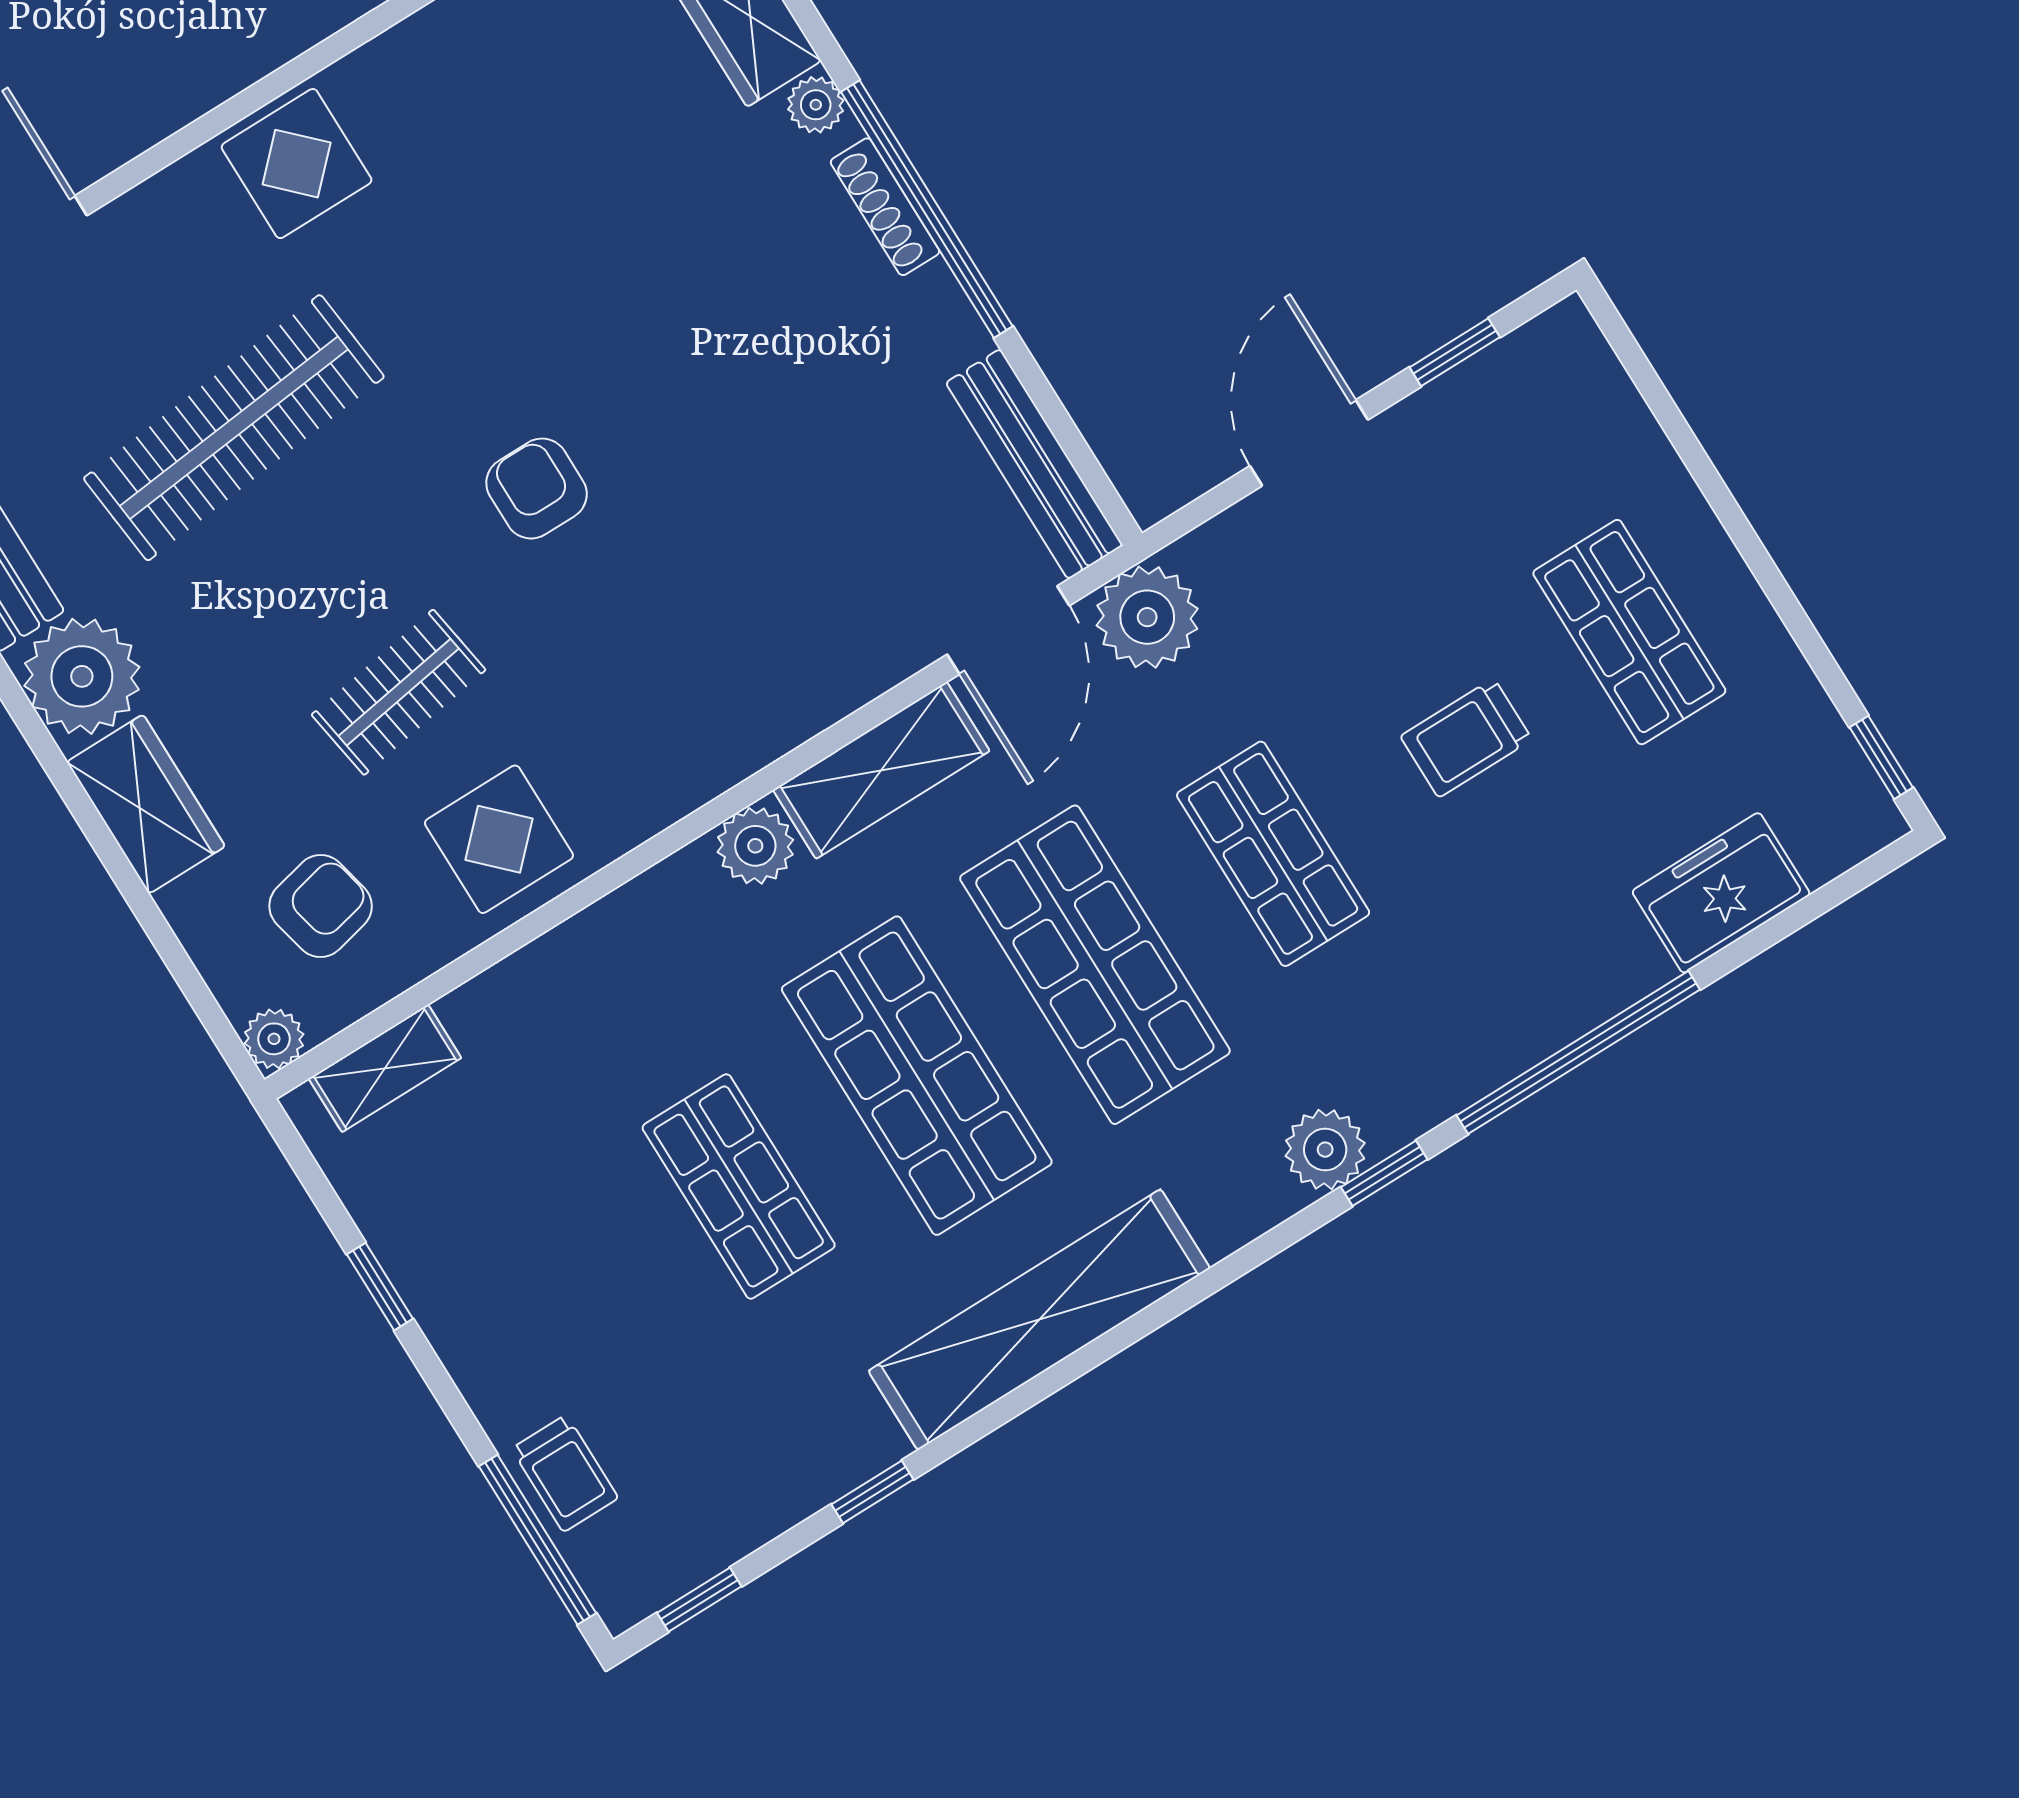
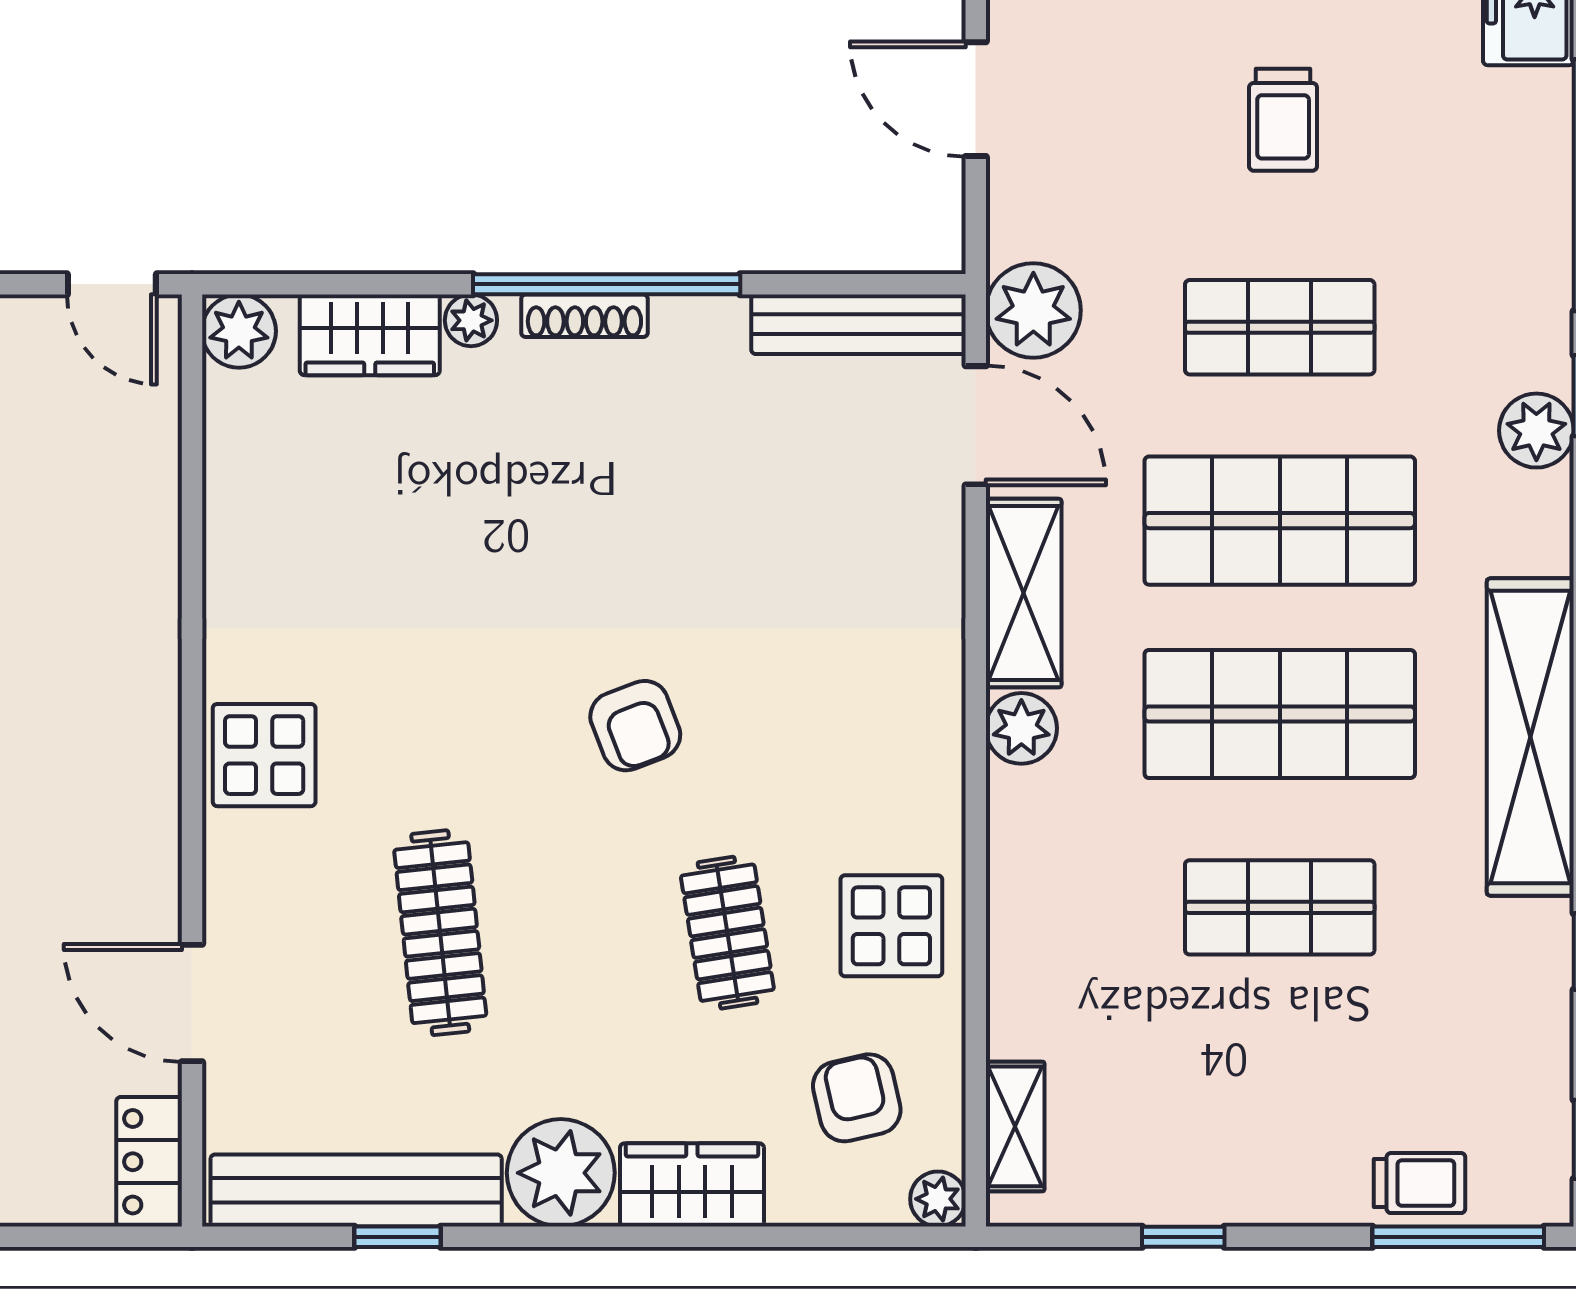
clothes rail: (234, 428) -> (440, 933), width x0.73, depth x0.76
armchair: (537, 489) -> (635, 726), turned -111

